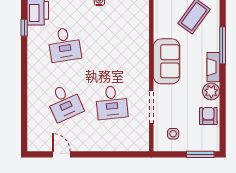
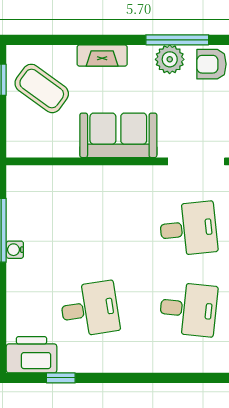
window: (223, 45) -> (177, 40), moved
fireplace: (213, 67) -> (102, 56), moved
desk: (64, 102) -> (188, 309), turned 30

